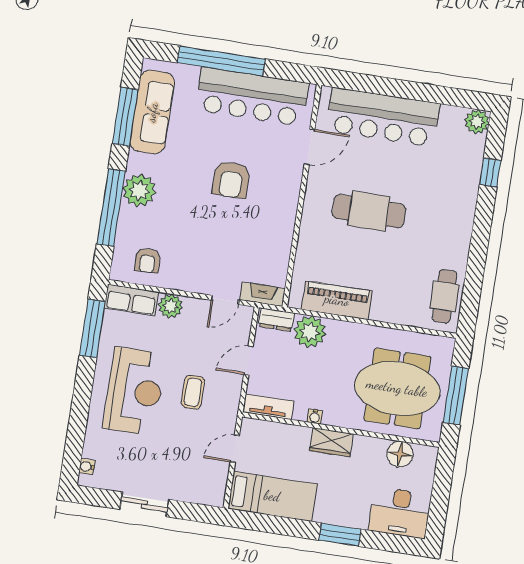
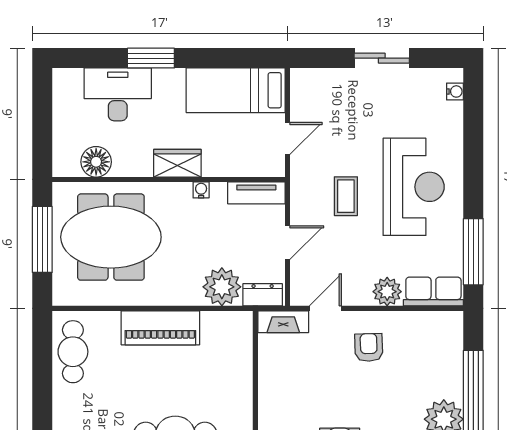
armchair: (148, 260) -> (369, 347), moved
piano: (337, 300) -> (160, 328), moved
reception desk: (134, 391) -> (414, 187), turned 180
desk: (400, 513) -> (118, 94), moved

